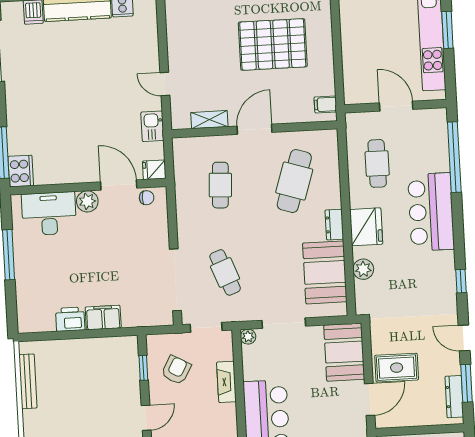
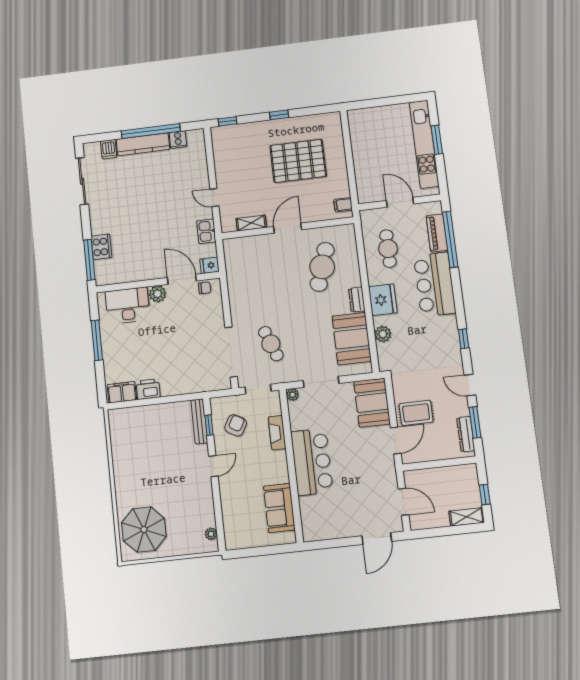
piano: (439, 148) -> (437, 233), added
cooker: (21, 171) -> (101, 247), moved
cafe table: (220, 185) -> (263, 274), removed
filing cabinet: (103, 318) -> (122, 392), moved
bench: (28, 381) -> (199, 421), moved

